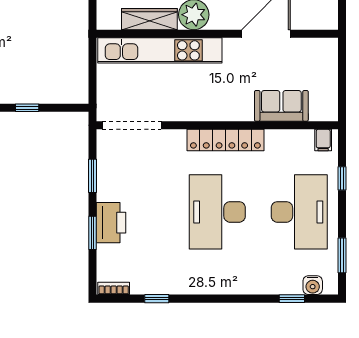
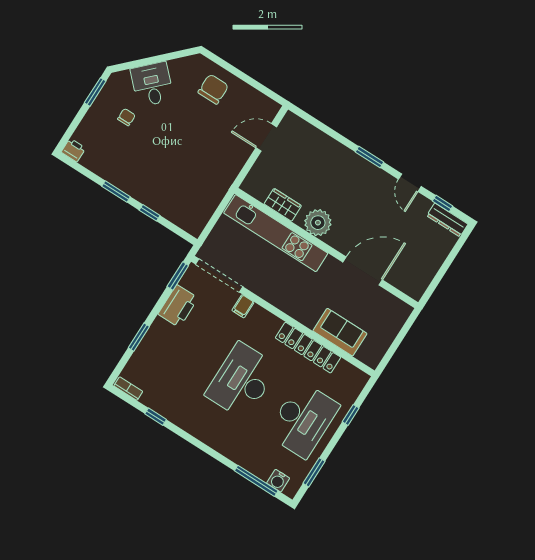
wardrobe: (149, 19) -> (283, 205), width x0.67
locker: (225, 140) -> (308, 348), moved
filing cabinet: (323, 140) -> (243, 306), moved
window: (93, 176) -> (178, 276), moved
printer: (111, 223) -> (178, 306), moved
window: (292, 299) -> (256, 481), width x2.17

